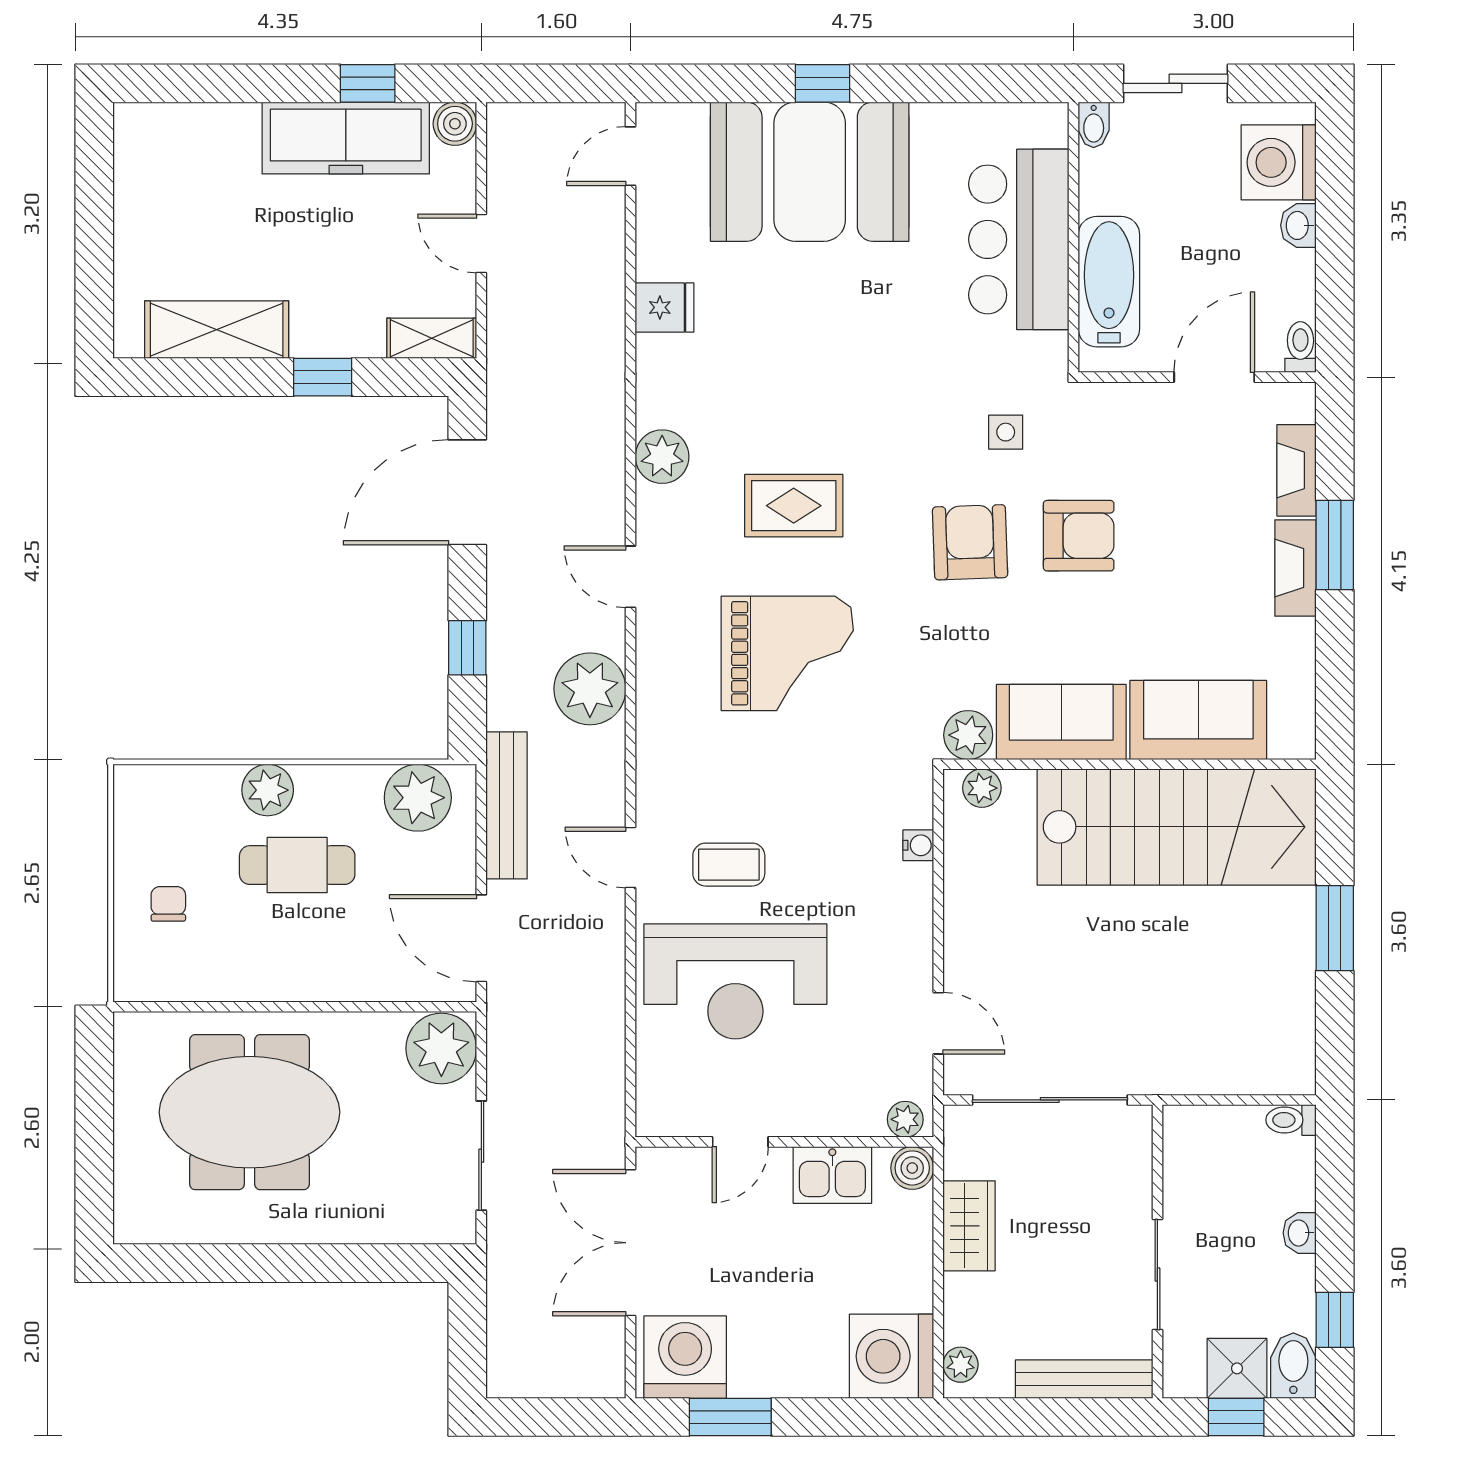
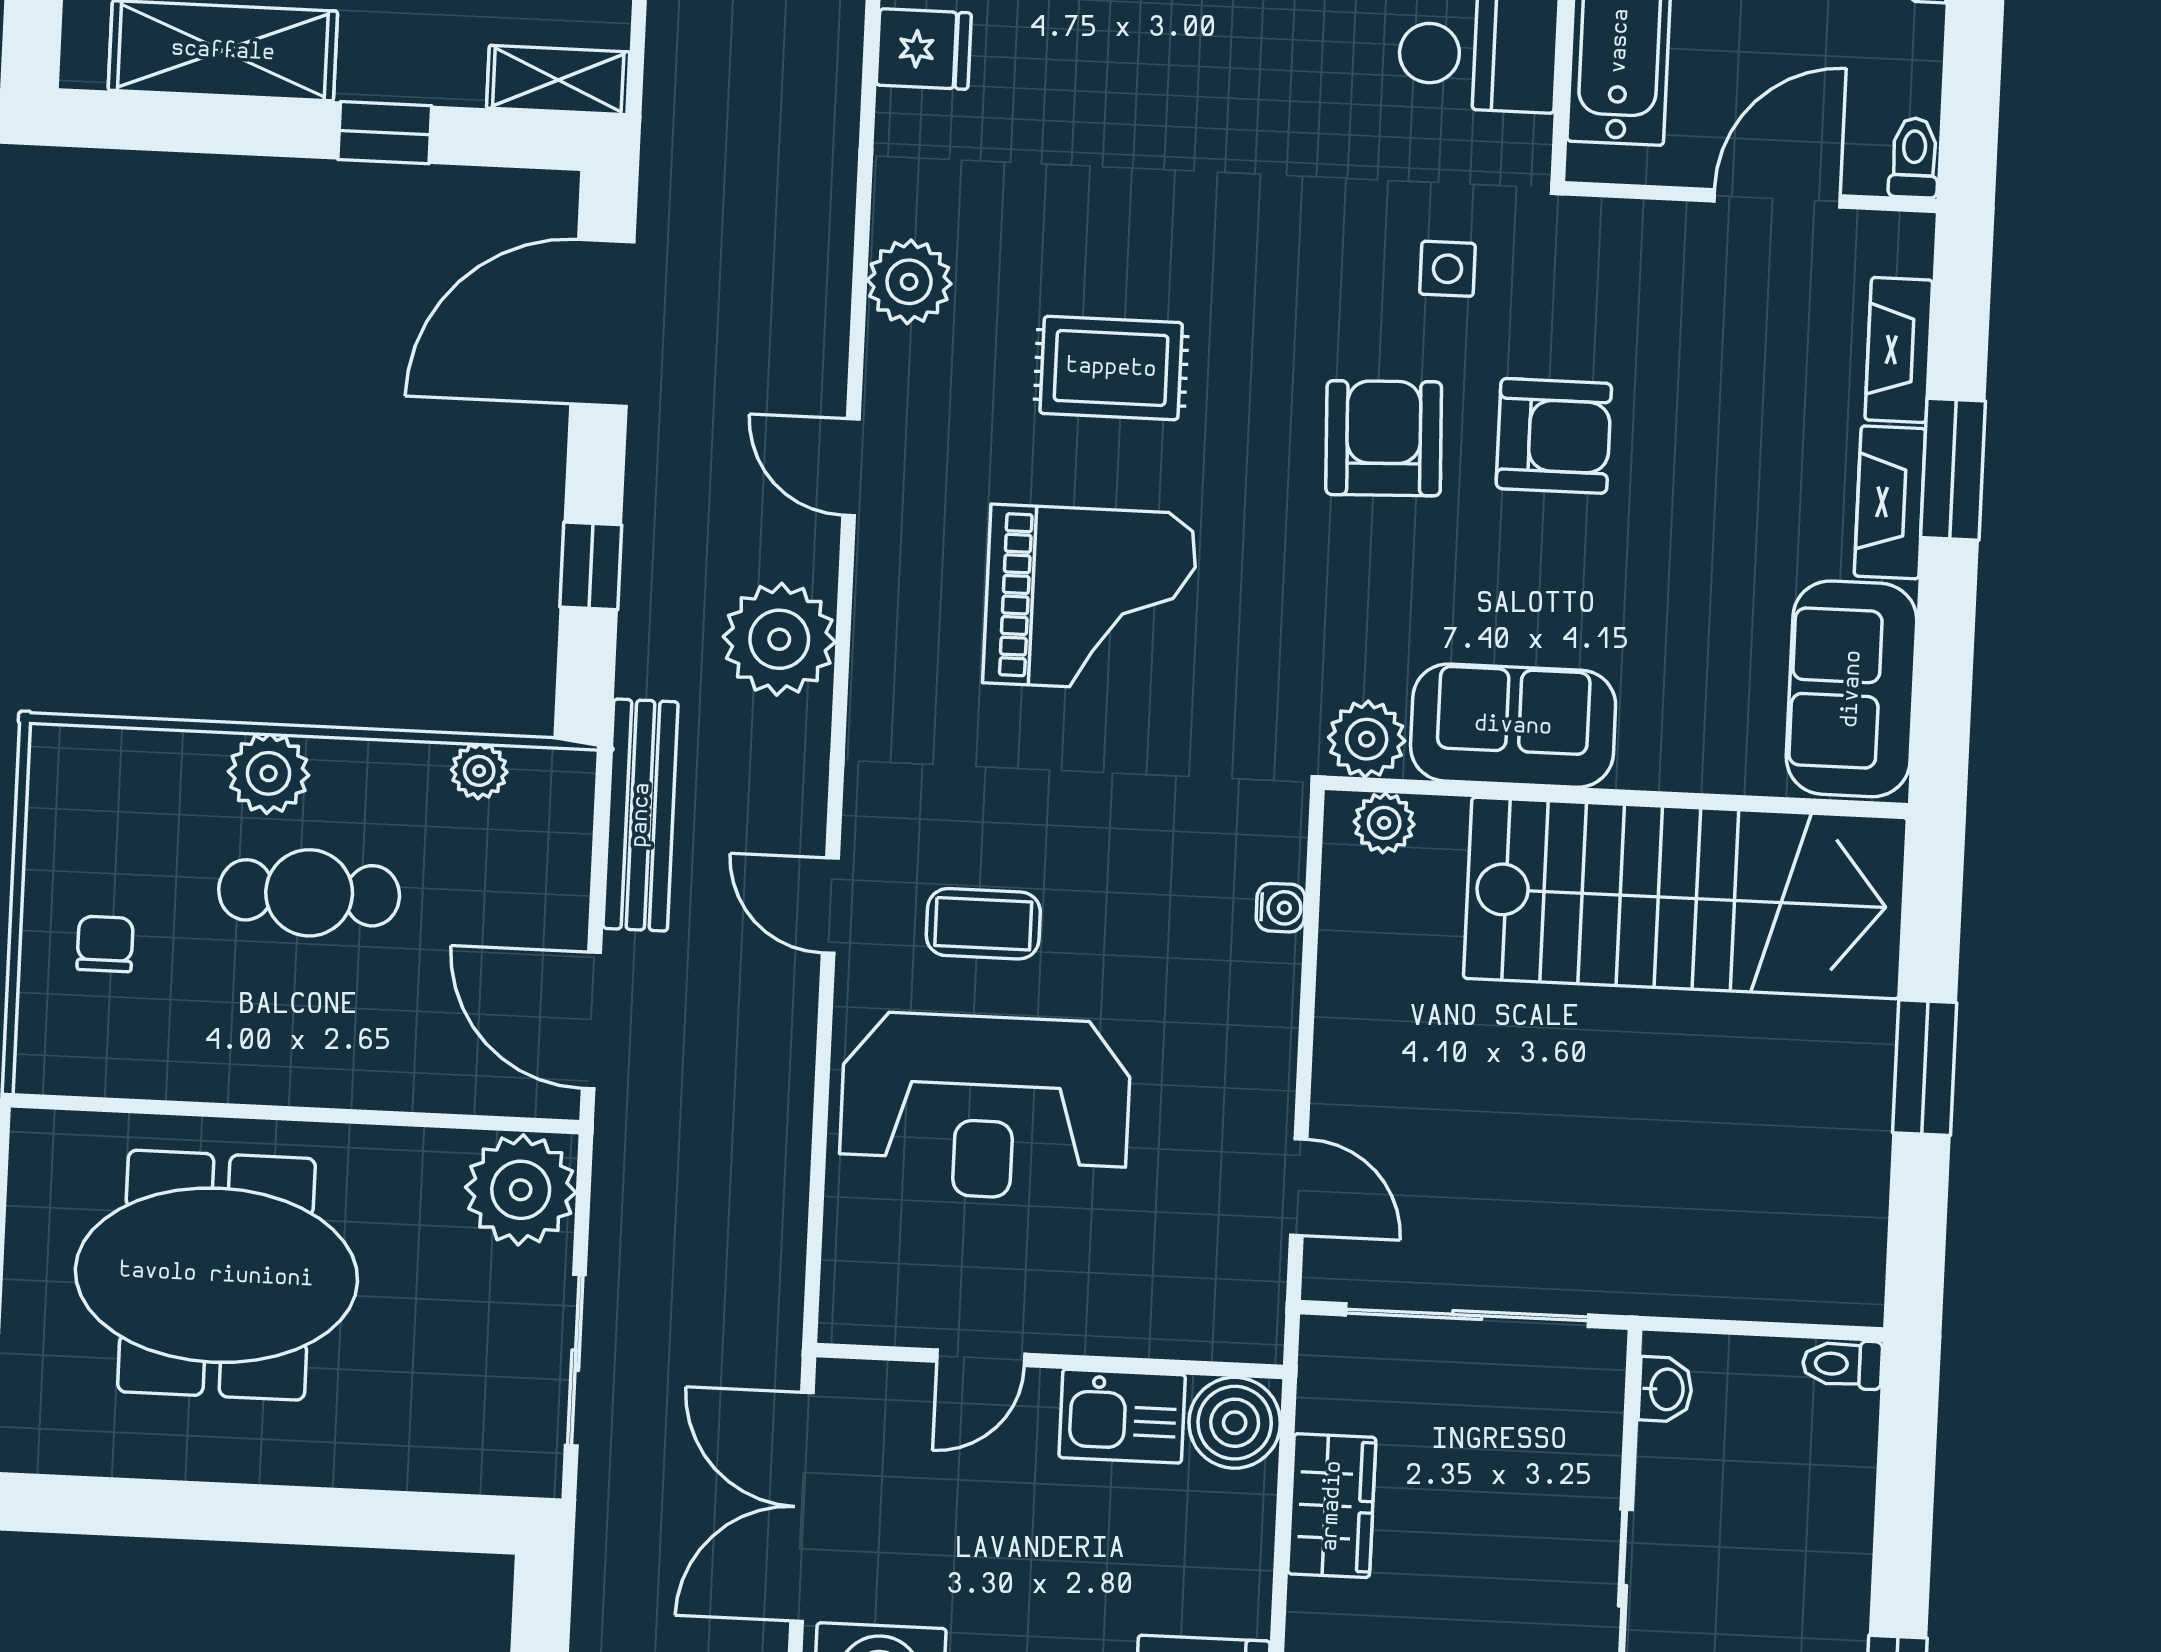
sofa: (1198, 720) -> (1852, 689), moved, turned -90
plant: (418, 798) -> (479, 771), width x0.53, depth x0.53
plant: (905, 1119) -> (1240, 1335), removed
boiler: (912, 1168) -> (1235, 1423), width x1.36, depth x1.36
washbasin: (1300, 1233) -> (1665, 1389), moved, turned 180

